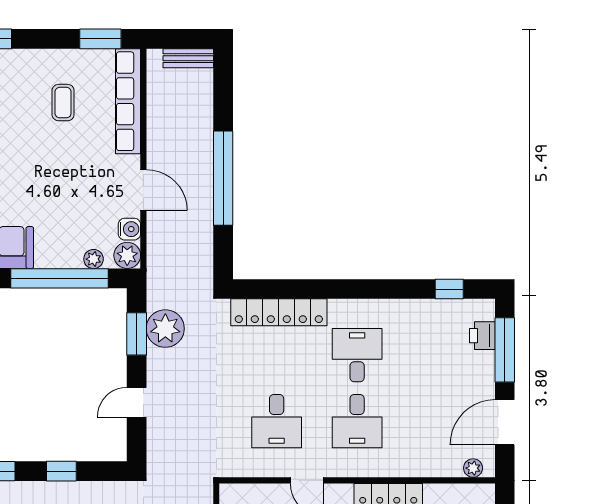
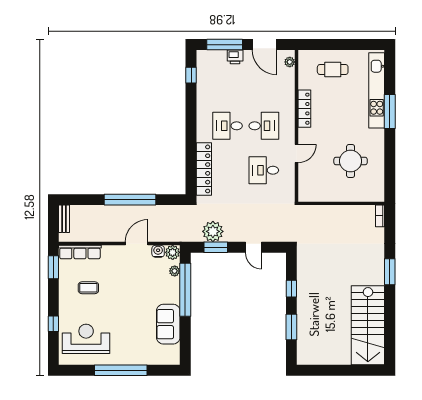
row of seats: (128, 101) -> (80, 252), width x0.73
printer: (482, 336) -> (235, 57), moved
desk: (277, 421) -> (264, 170), turned 180

